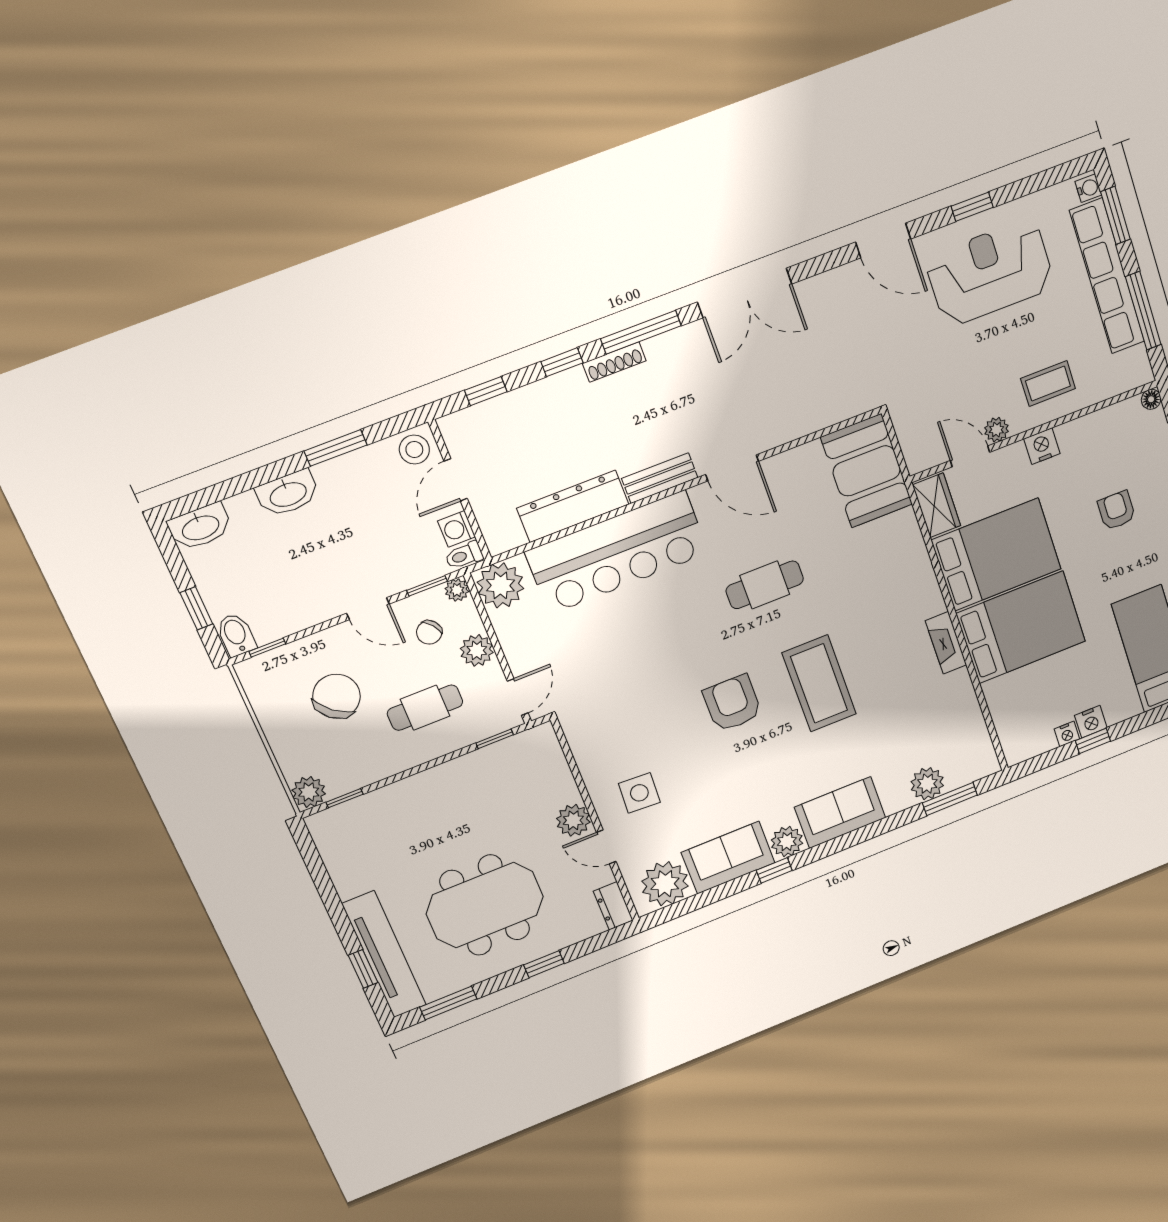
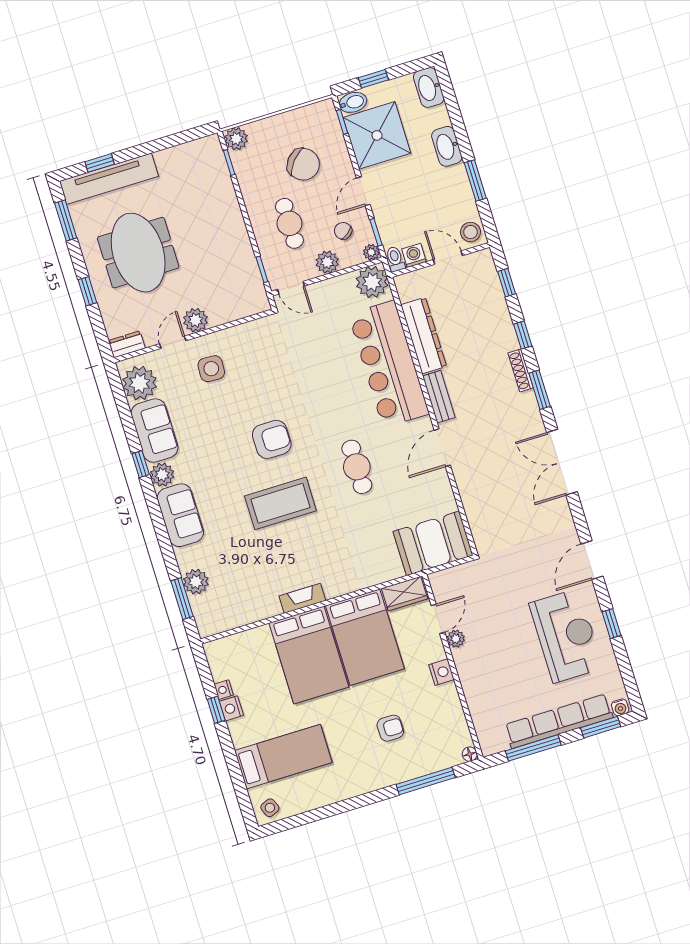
window: (641, 332) -> (540, 390), width x0.69
coffee table: (1048, 383) -> (486, 677), removed
shower: (282, 596) -> (377, 135), added

